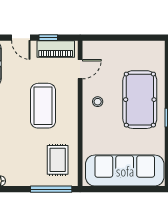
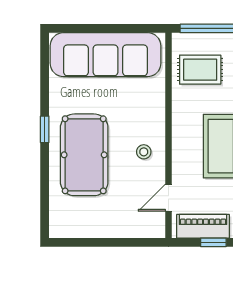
rug: (58, 160) -> (200, 70), turned 90

